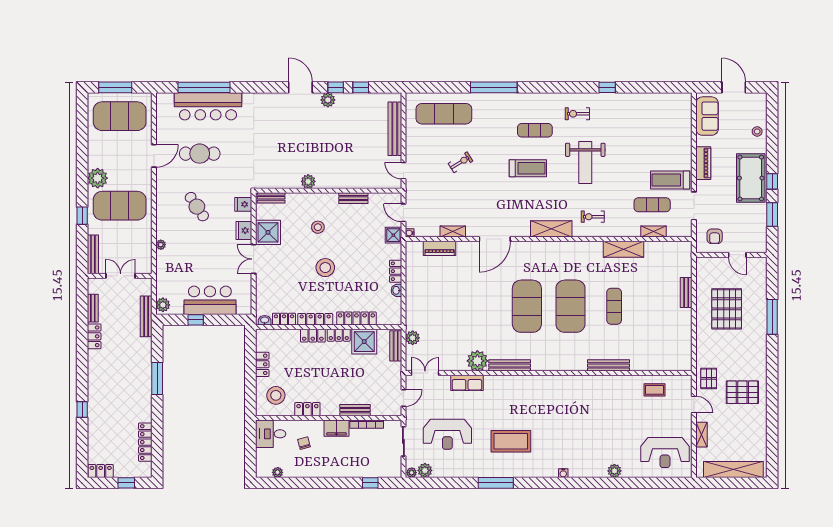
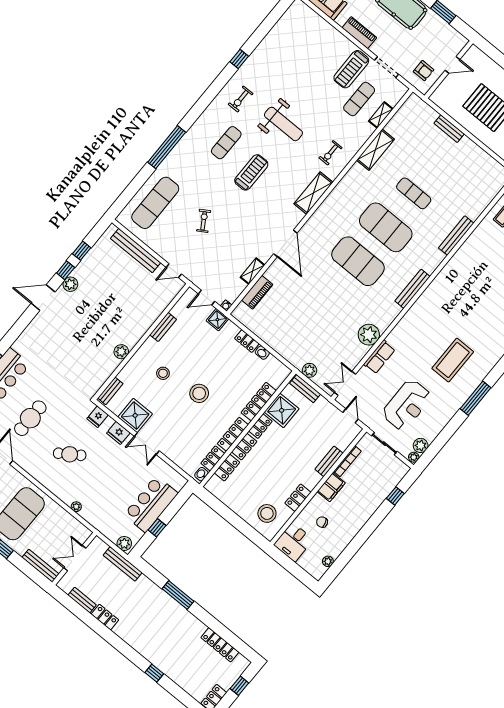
locker: (262, 364) -> (227, 468), moved, turned 90
bench: (510, 365) -> (412, 289), moved

